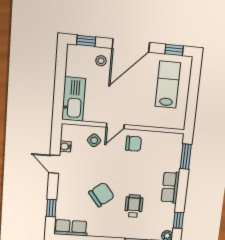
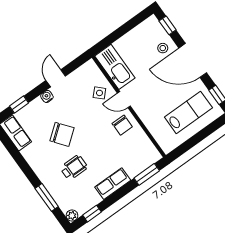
kitchen sink: (74, 99) -> (115, 67), moved, turned -90
water cooler: (65, 146) -> (47, 96), moved

